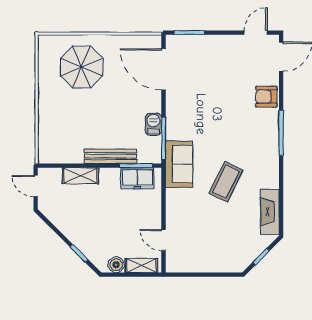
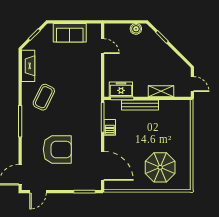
armchair: (266, 97) -> (57, 149), moved, width x1.88, depth x1.88
sofa: (179, 164) -> (70, 33), moved, turned -90
coffee table: (226, 182) -> (44, 97), moved
shelving: (141, 265) -> (118, 28), removed

